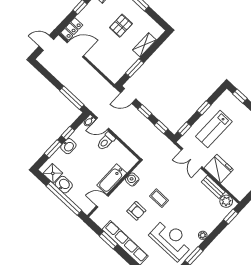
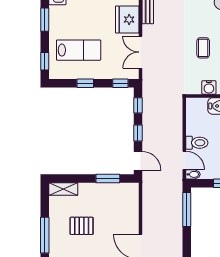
shelving: (144, 45) -> (63, 189), moved
lab bench: (214, 129) -> (79, 50), moved
double door: (192, 158) -> (140, 52), swing flipped

